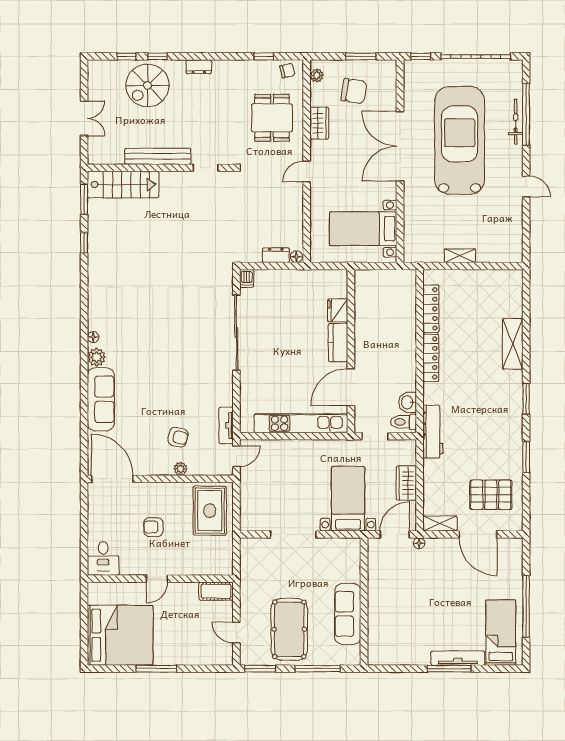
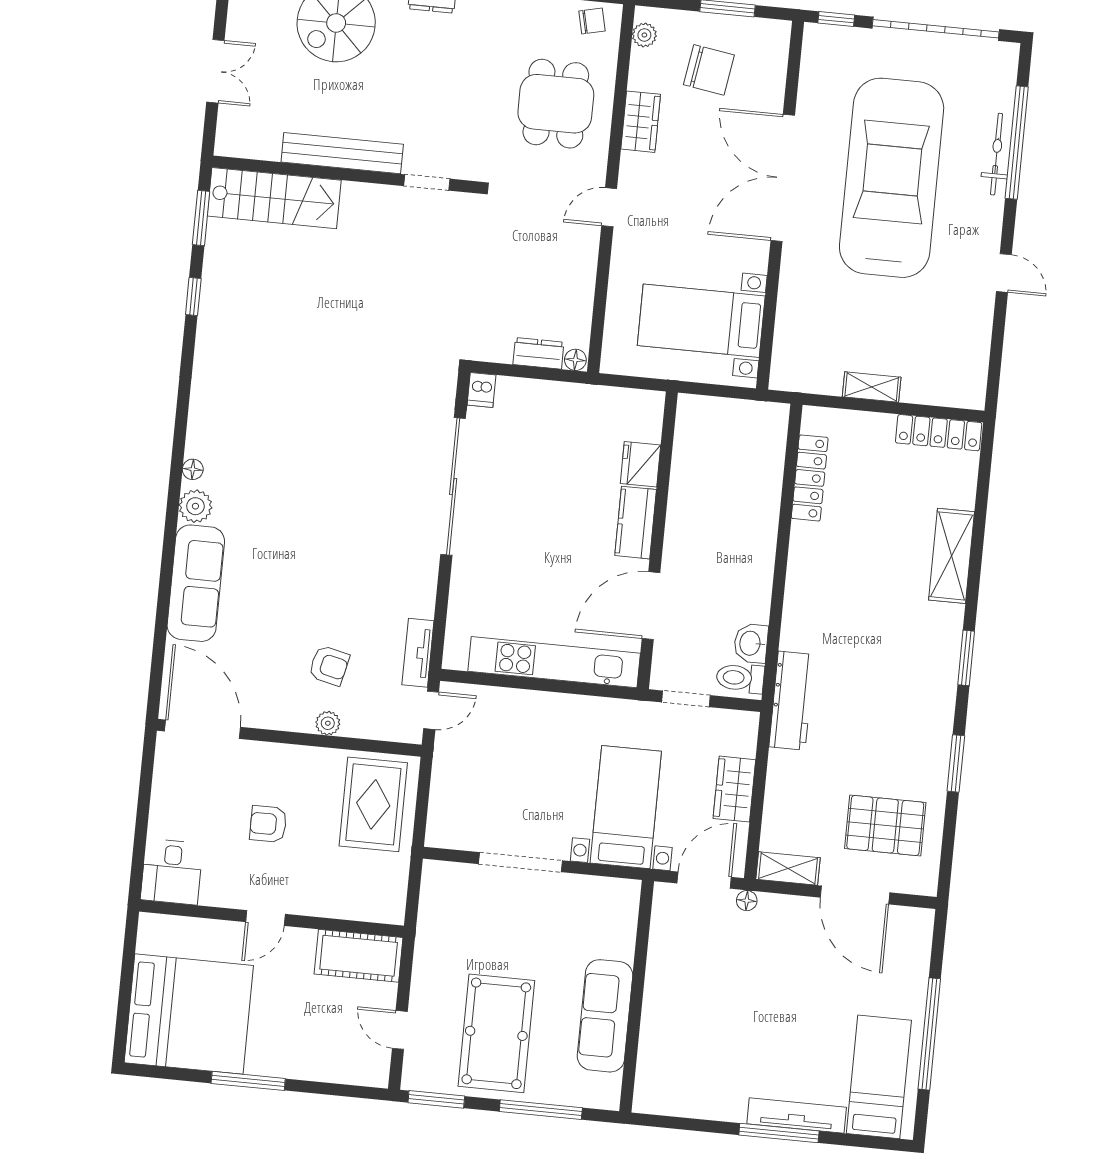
locker: (431, 358) -> (939, 433), moved, turned 90
cot: (216, 591) -> (359, 956), width x1.37, depth x1.34

